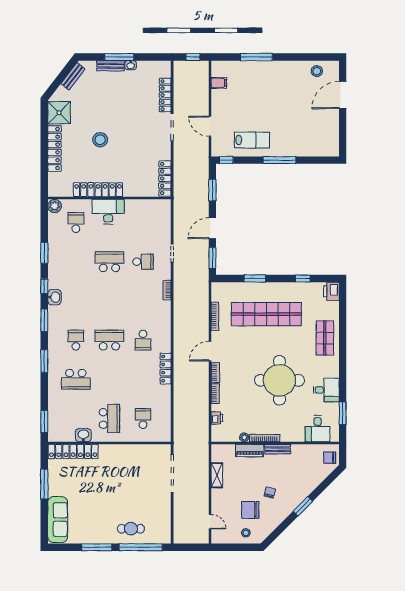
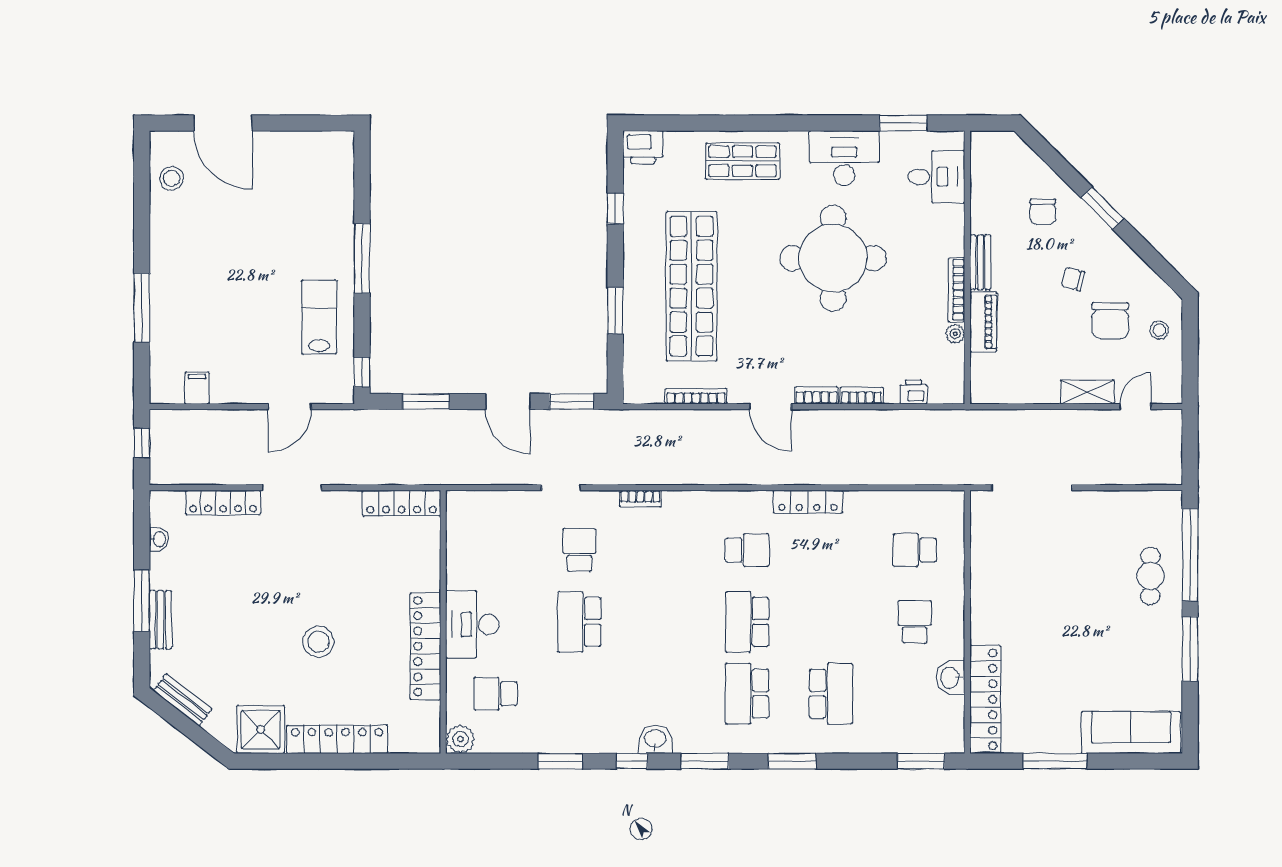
washbasin: (131, 65) -> (159, 539), moved
school desk: (76, 340) -> (747, 694), width x1.85
desk: (326, 390) -> (844, 158), width x1.37
school desk: (109, 419) -> (915, 622), width x0.54
chair: (330, 458) -> (1043, 212), moved
shelving: (217, 475) -> (1087, 392), moved

